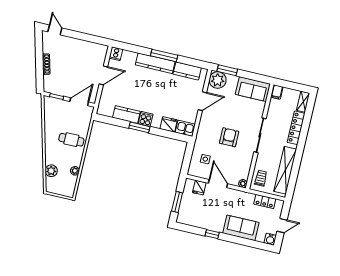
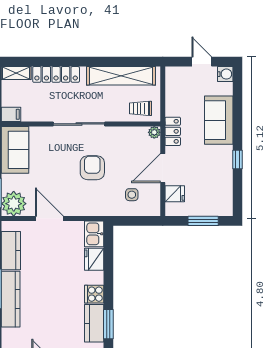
window: (139, 127) -> (108, 324), moved
armchair: (229, 137) -> (92, 168), turned 90
locker: (265, 201) -> (173, 131), moved

